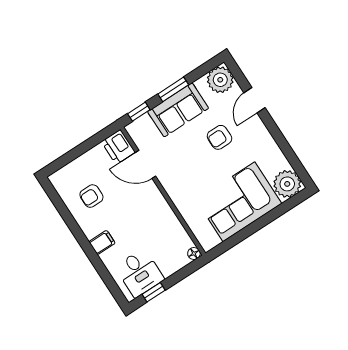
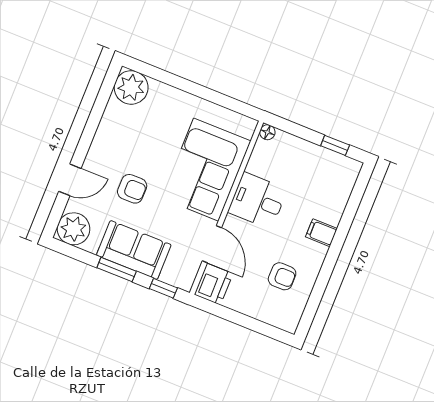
corner sofa: (239, 202) -> (206, 170), moved, turned 90
desk: (140, 273) -> (258, 201), moved, turned -90

